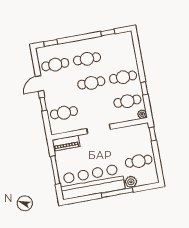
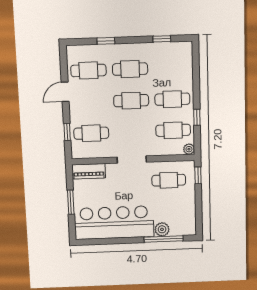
window: (51, 43) -> (106, 41), moved
window: (43, 104) -> (67, 132), moved
cafe table: (139, 161) -> (169, 180), moved
window: (55, 170) -> (71, 202), width x0.69
window: (117, 193) -> (164, 239), moved

